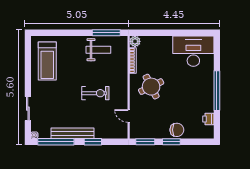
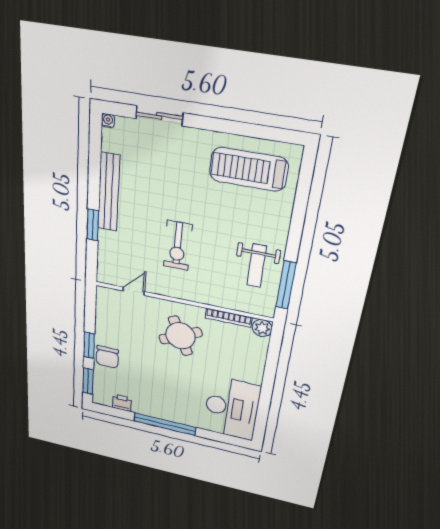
window: (56, 142) -> (95, 160), removed
window: (145, 142) -> (88, 381), moved

